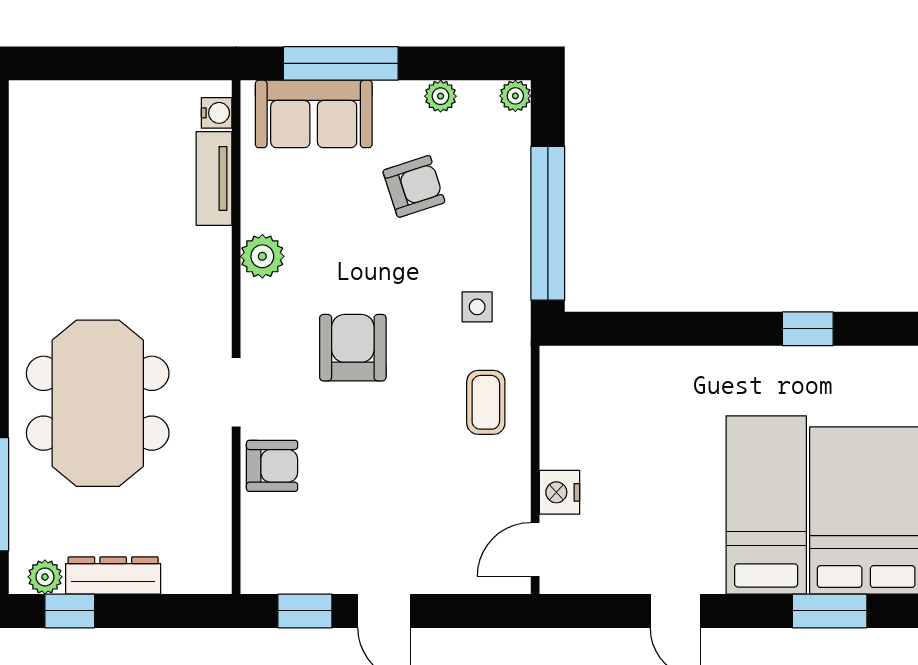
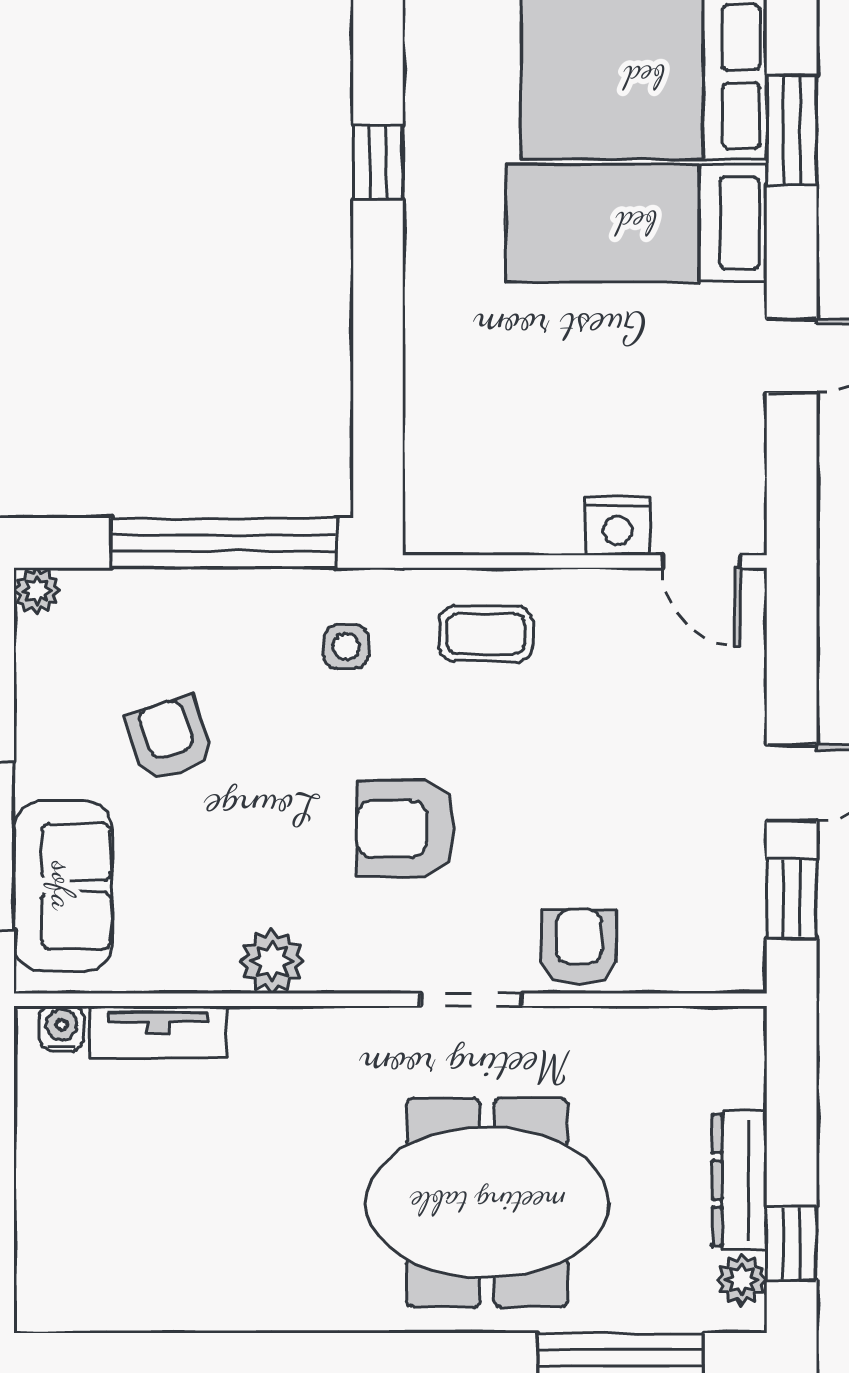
plant: (441, 96) -> (37, 700), removed

